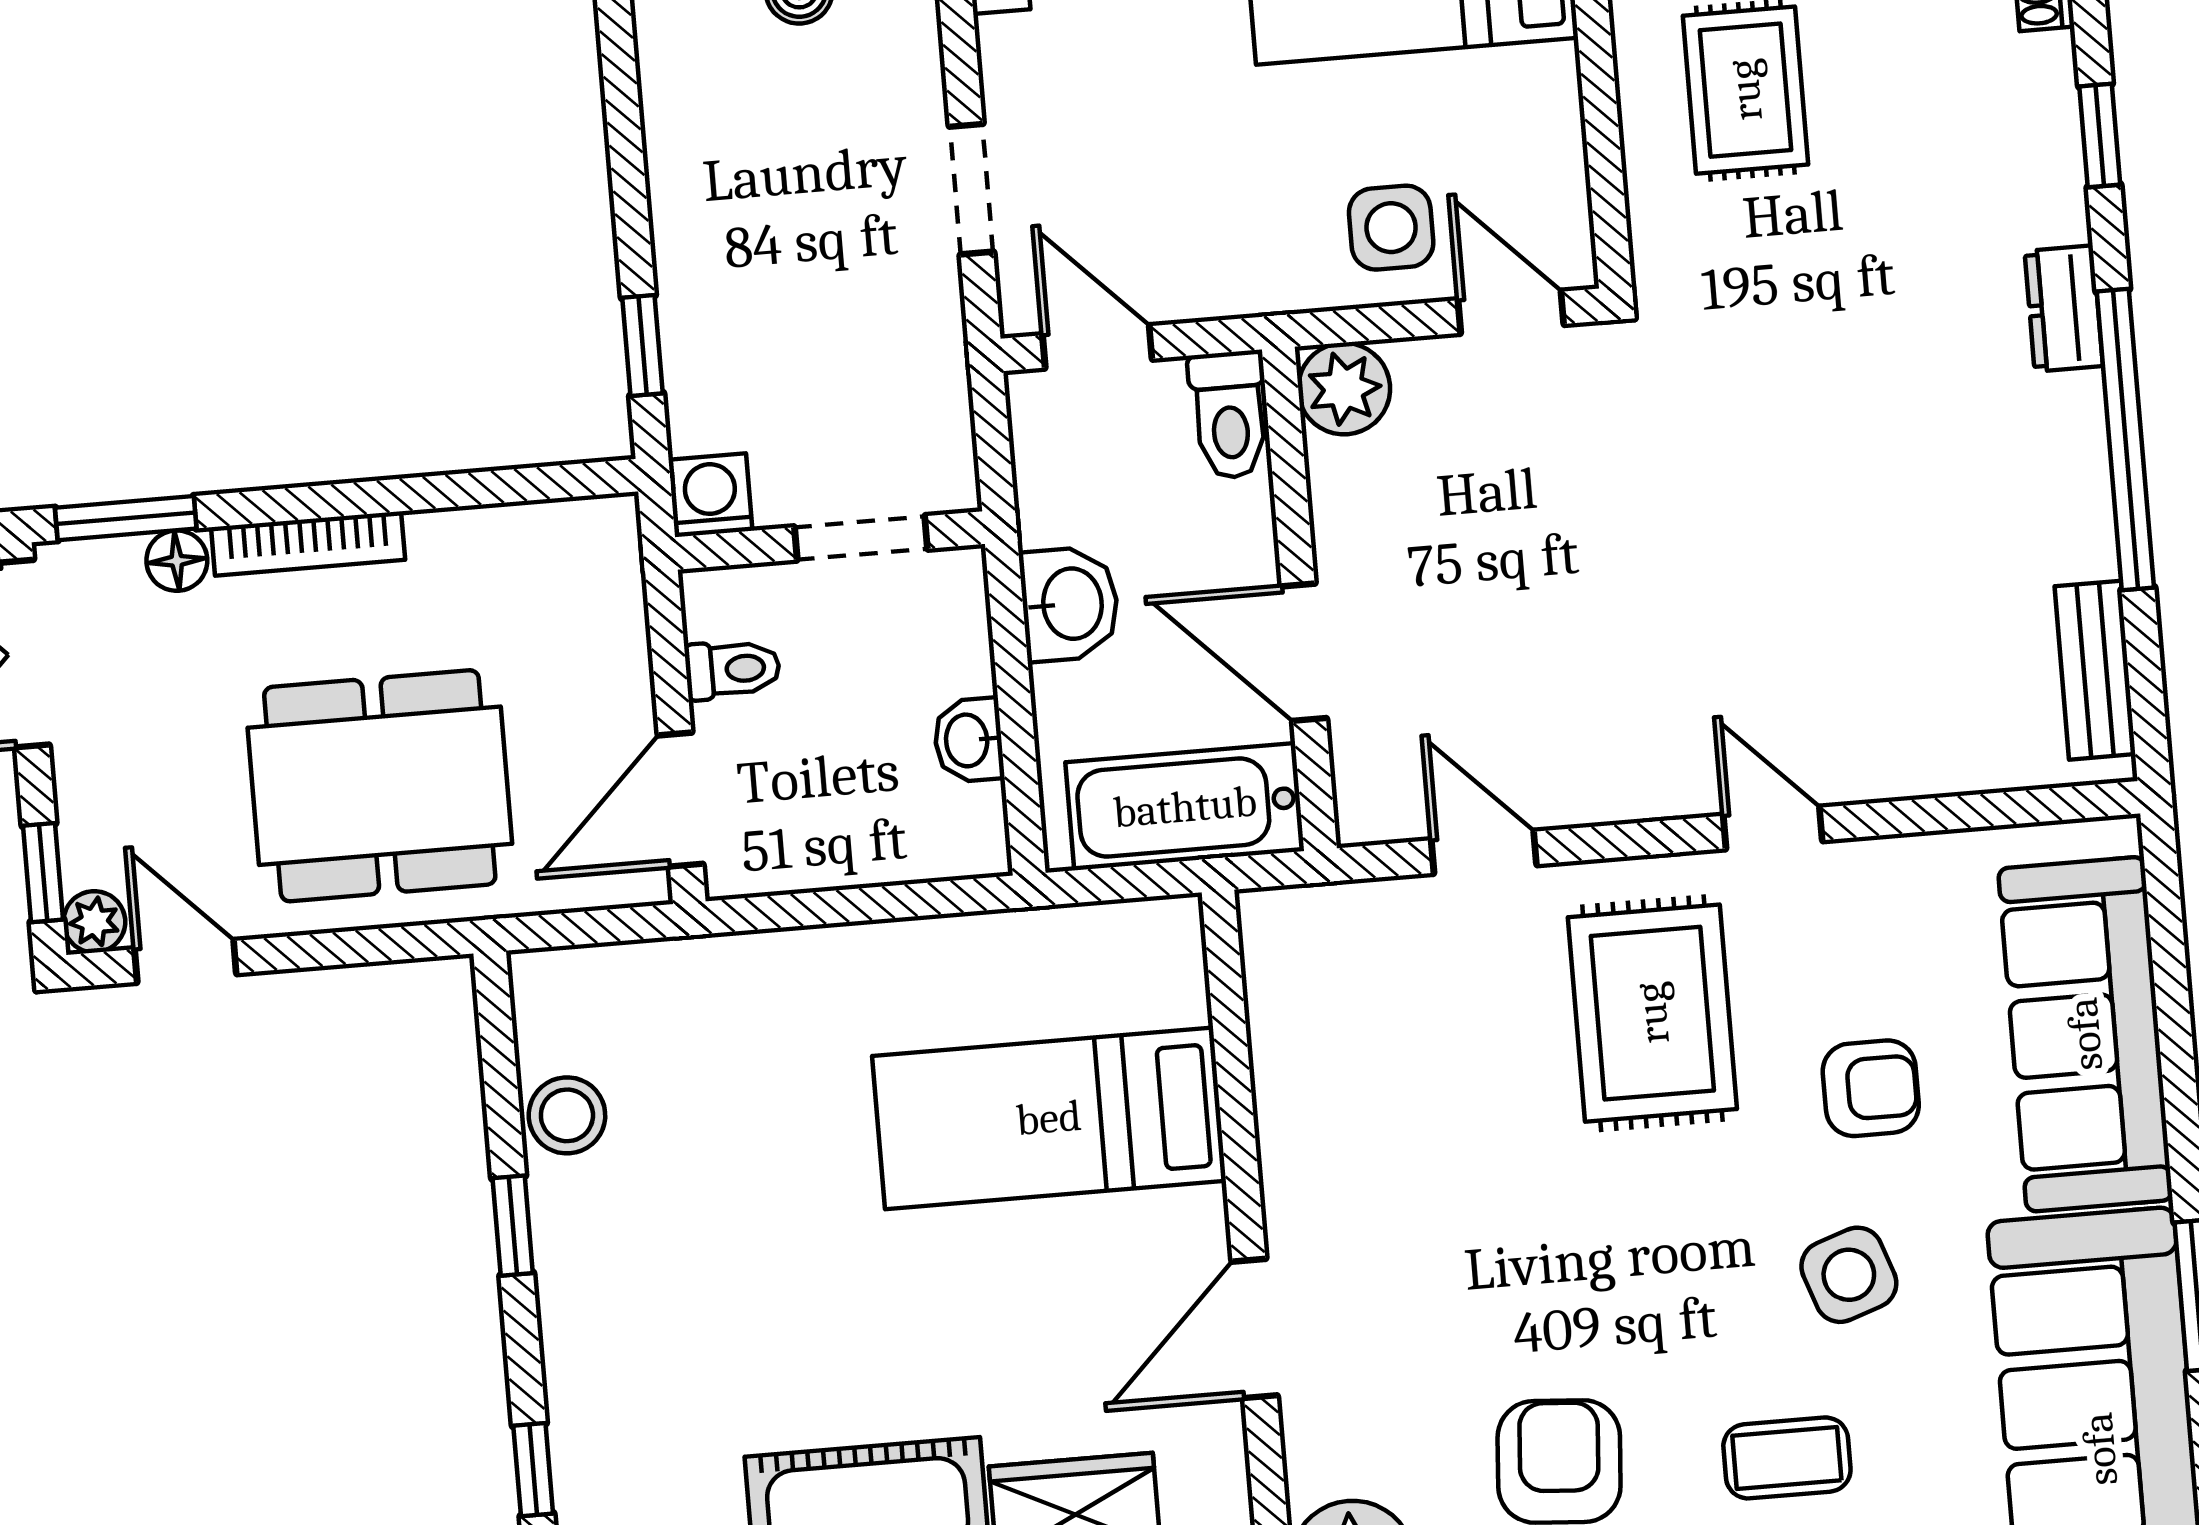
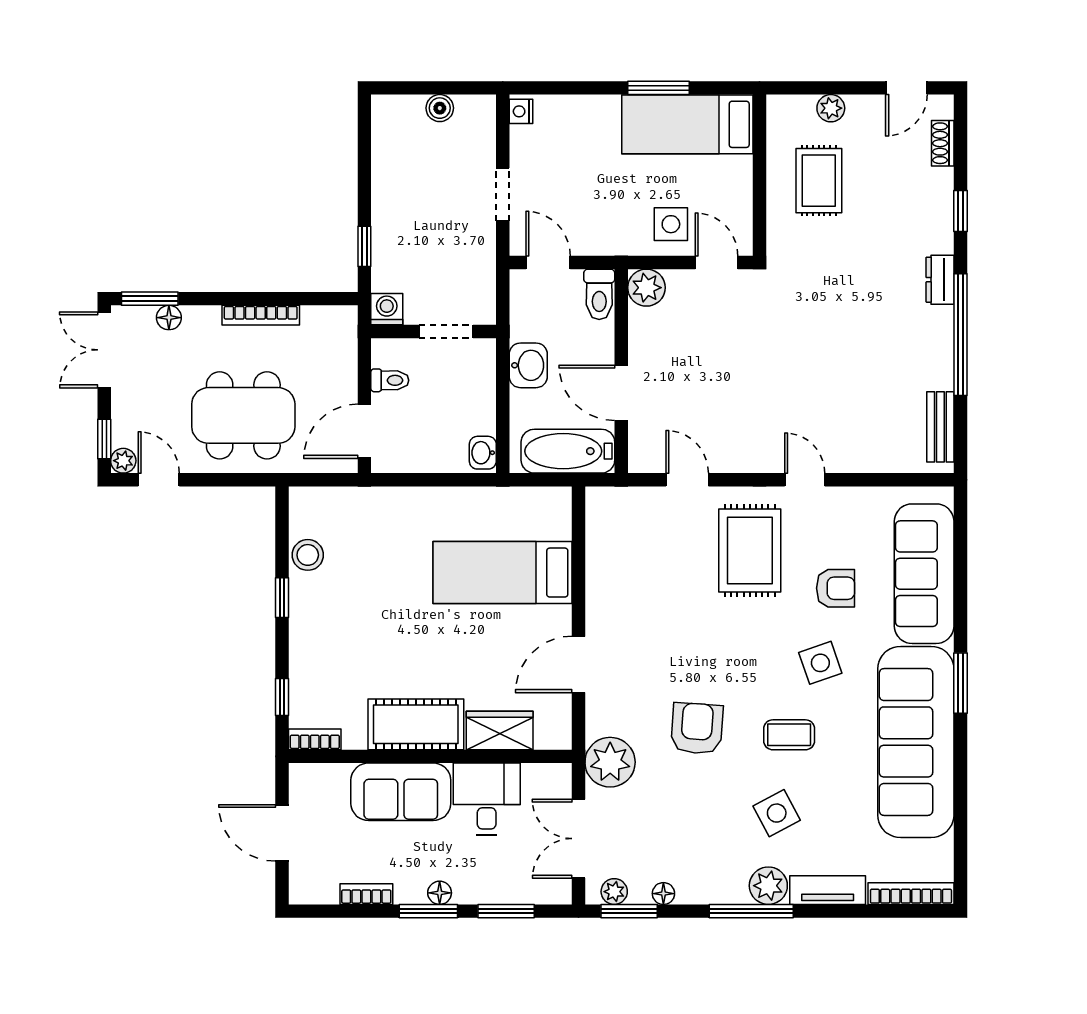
bookcase: (308, 544) -> (261, 315), moved
washbasin: (969, 740) -> (483, 453), moved

